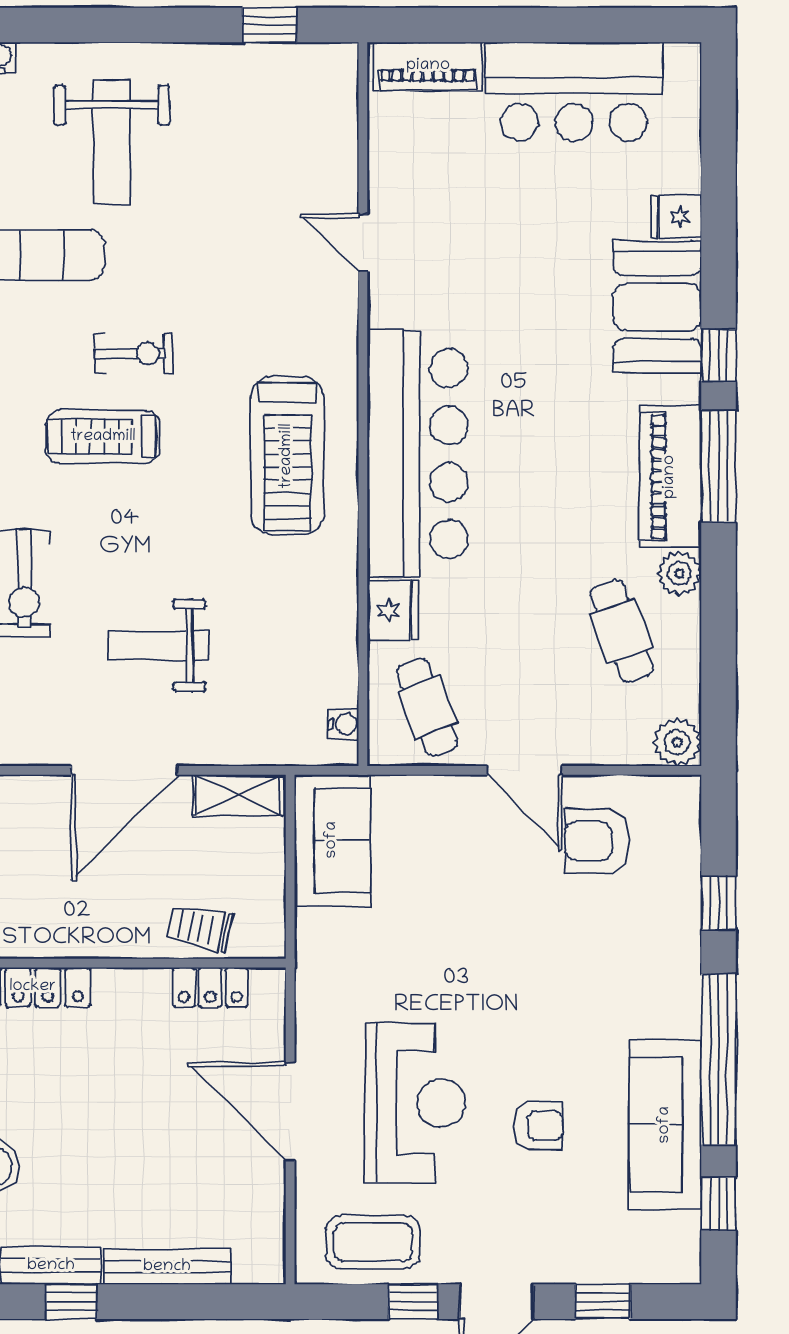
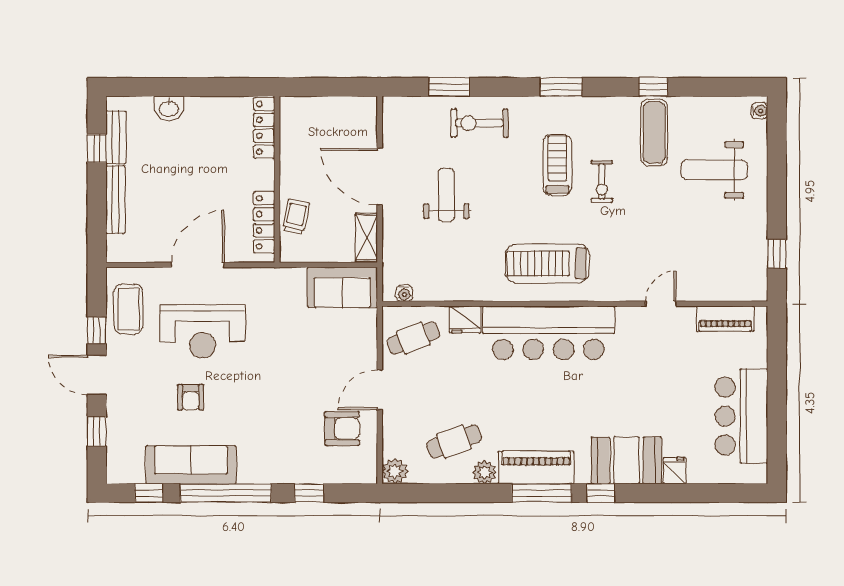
piano: (428, 66) -> (725, 319), moved, turned -90
armchair: (597, 841) -> (342, 429), turned 90
locker: (210, 987) -> (264, 222), width x1.53

